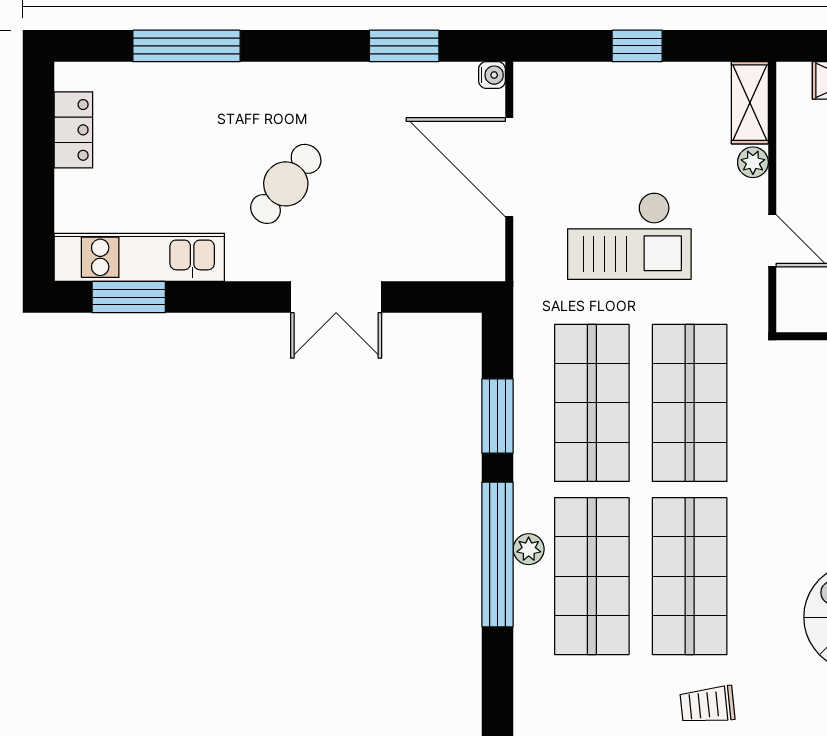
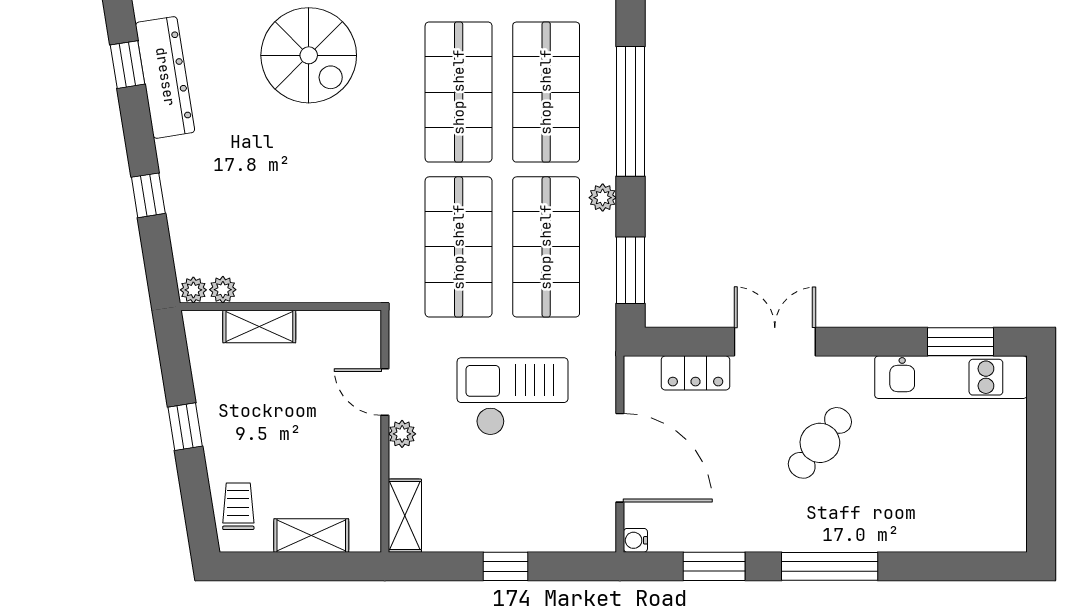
window: (186, 46) -> (830, 566), moved
locker: (73, 130) -> (695, 373), moved, turned -90
plant: (753, 162) -> (402, 434), moved
window: (498, 416) -> (630, 270), moved
plant: (529, 549) -> (603, 198), moved

